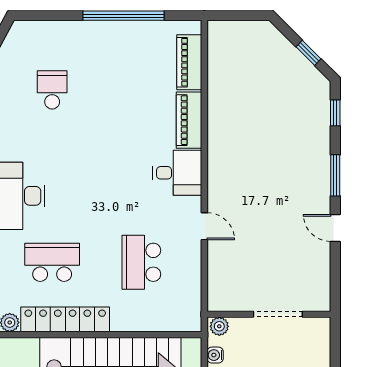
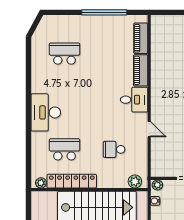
school desk: (52, 90) -> (65, 54), width x1.85
school desk: (141, 262) -> (114, 149), width x0.54
plant: (179, 320) -> (135, 181), added

